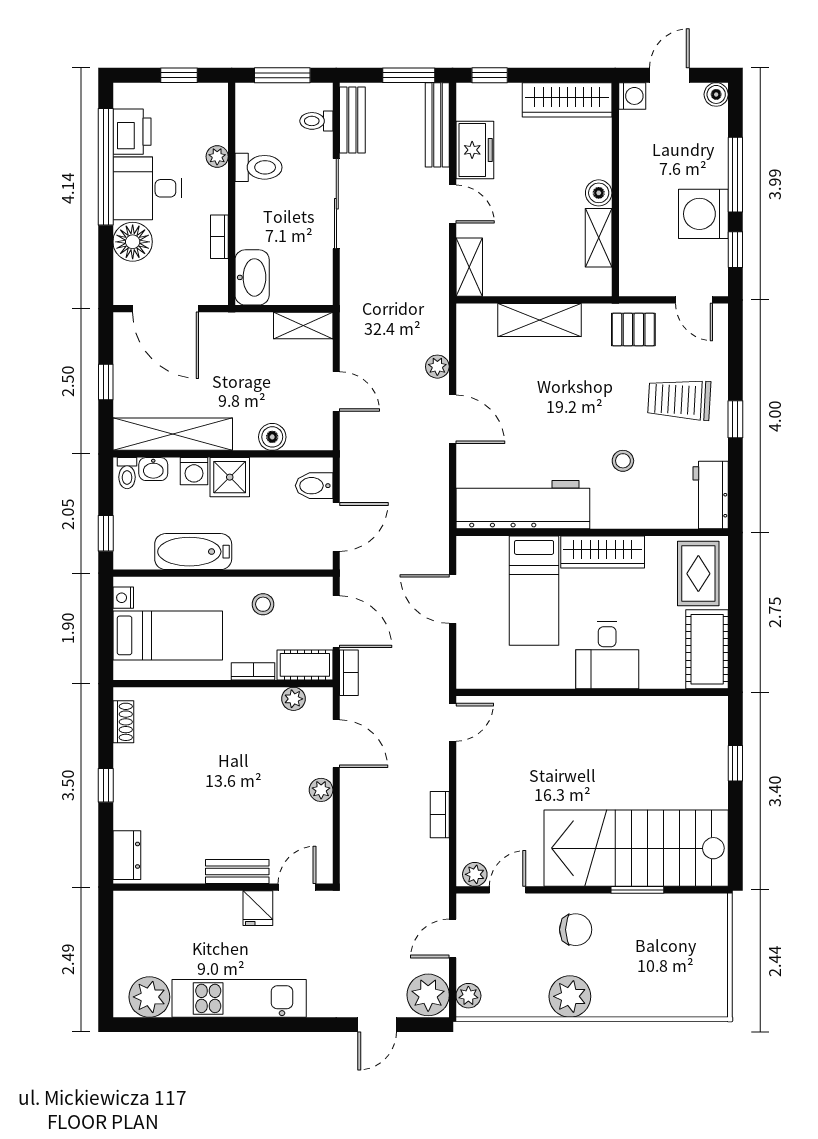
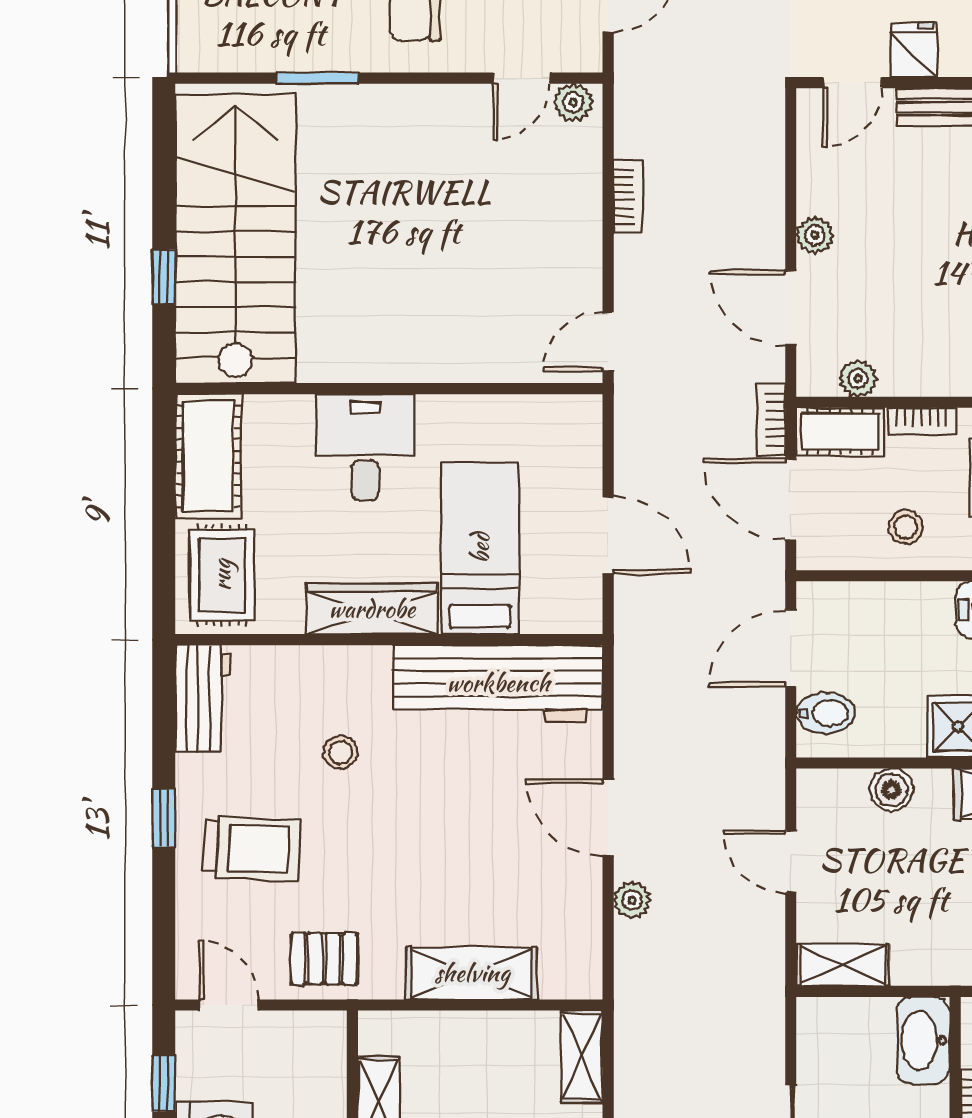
stairs: (636, 848) -> (235, 239), moved, turned -90

